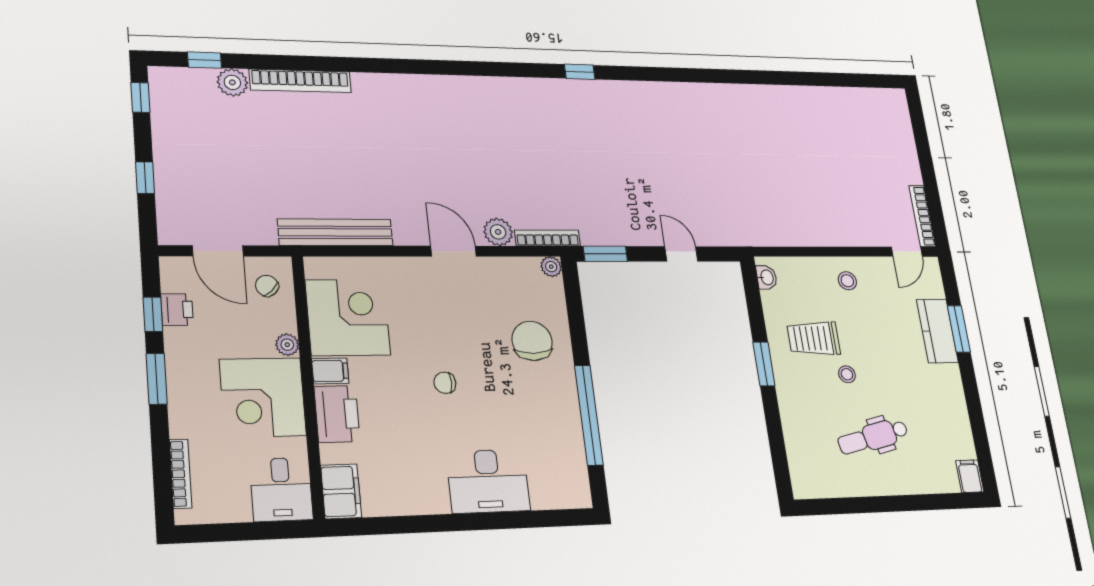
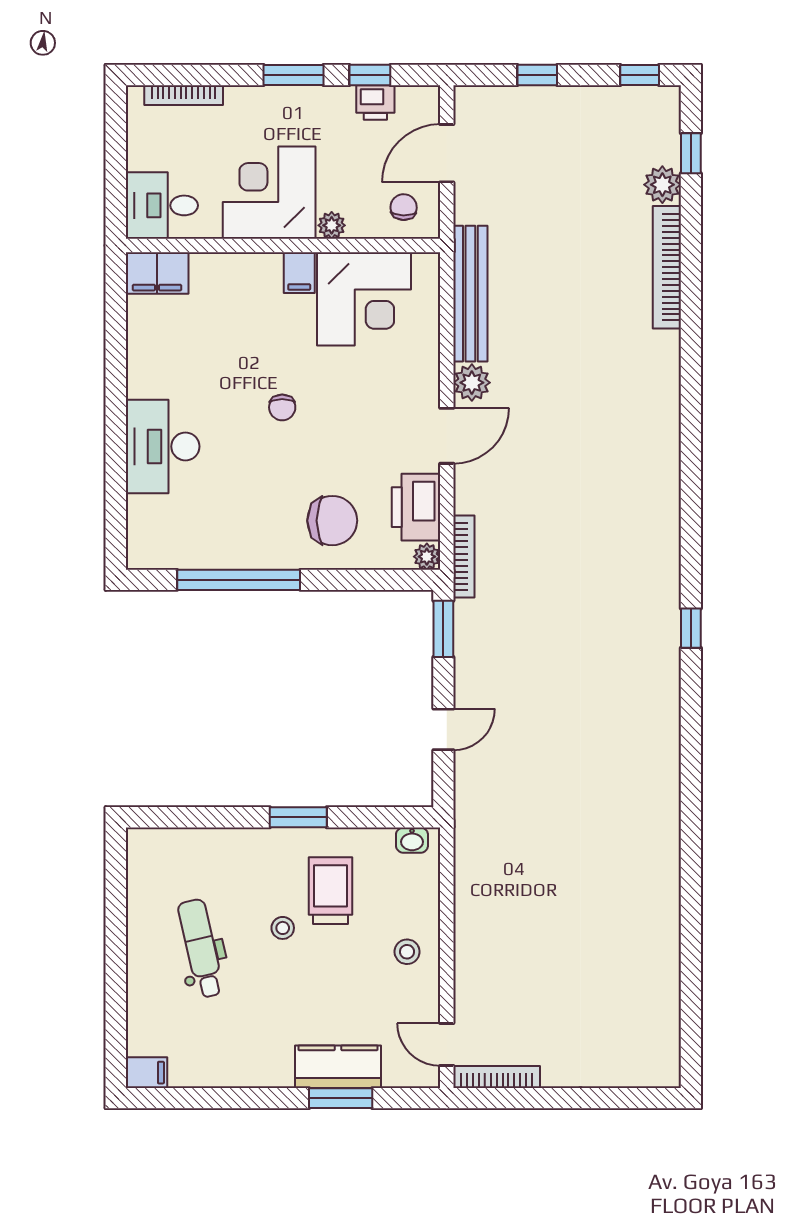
plant: (498, 232) -> (472, 383), moved
chair: (267, 286) -> (404, 207), turned -45
chair: (445, 383) -> (282, 407), turned 180
printer: (337, 414) -> (416, 507), moved, turned 90

